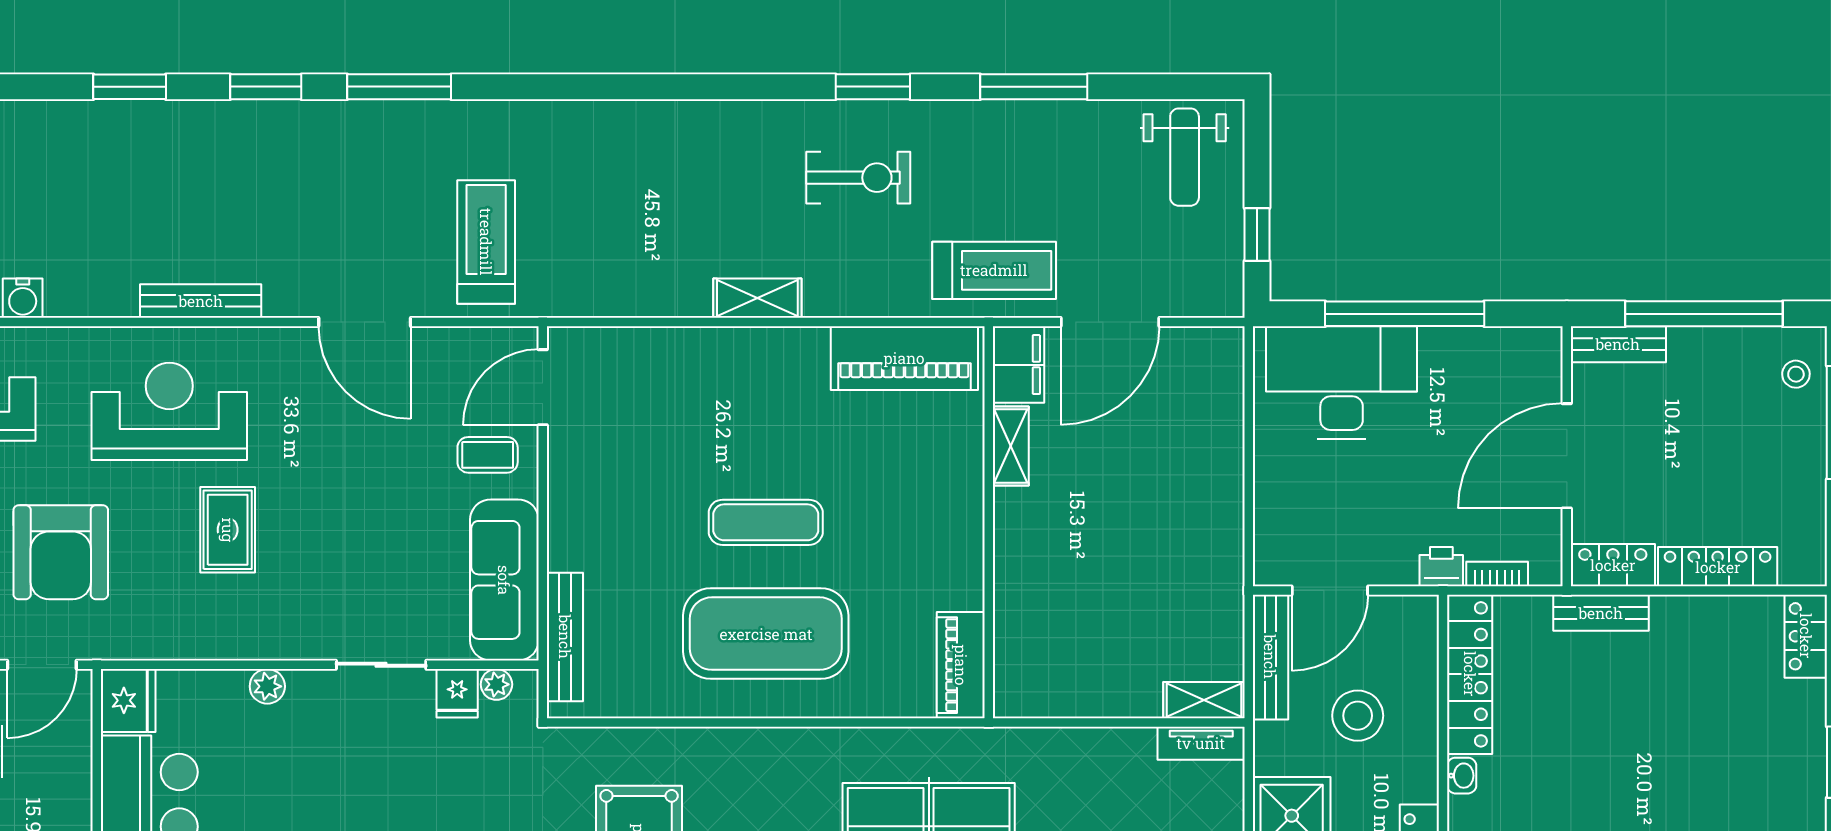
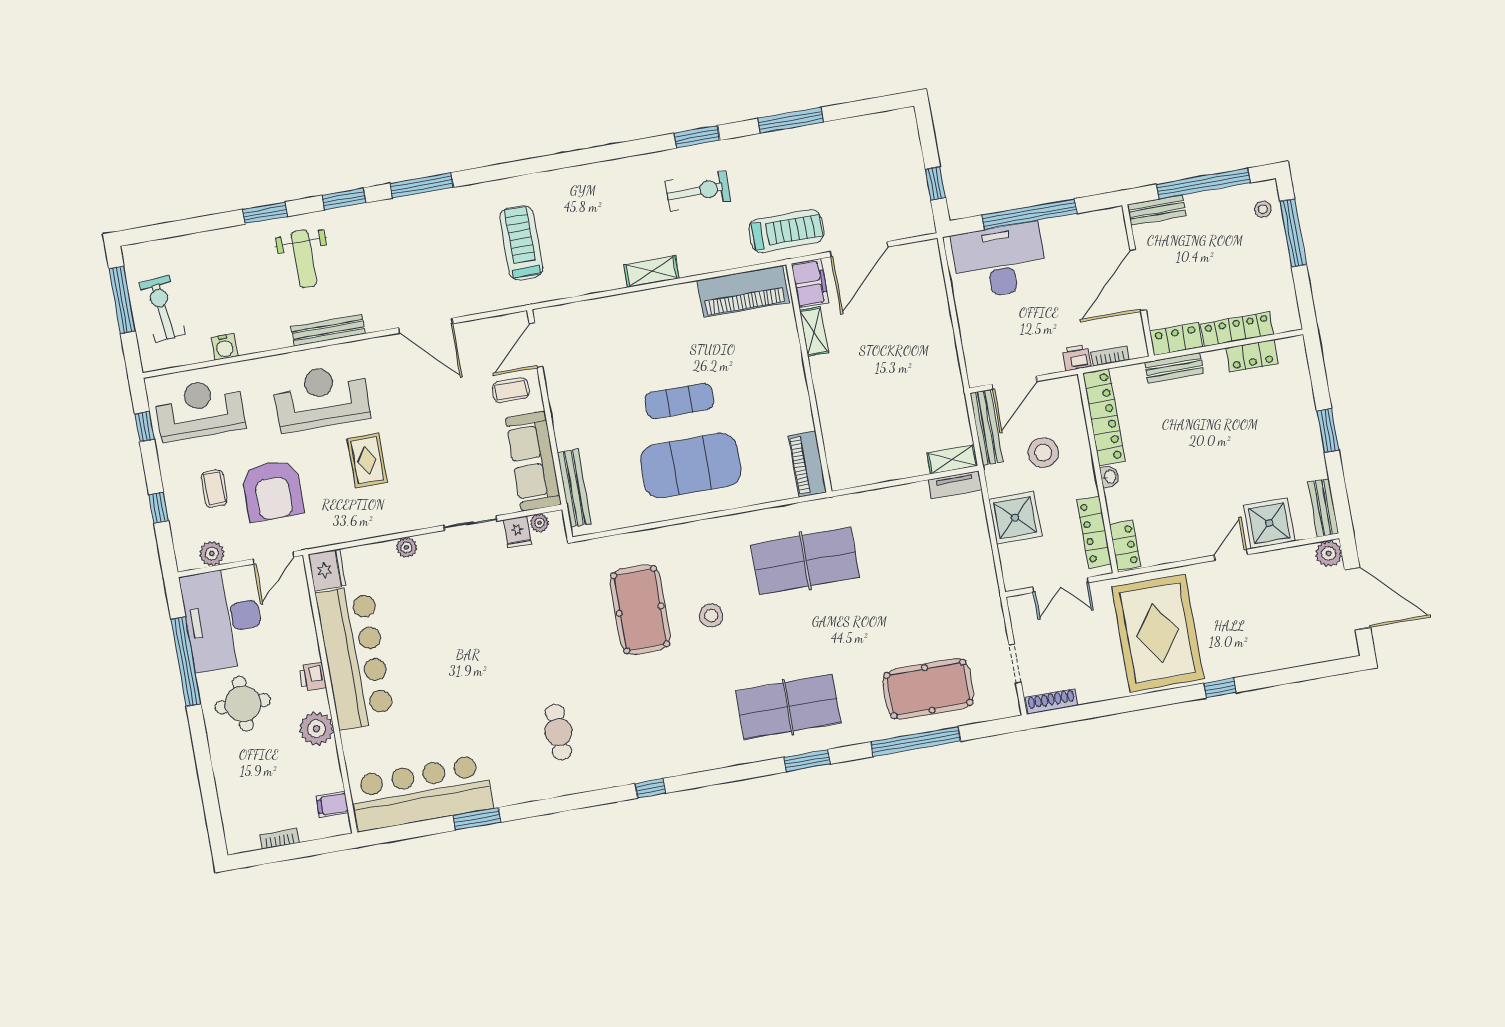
weight bench: (1185, 157) -> (304, 259), moved
treadmill: (486, 242) -> (521, 243), moved
locker: (1806, 636) -> (1252, 356), moved, turned -90

